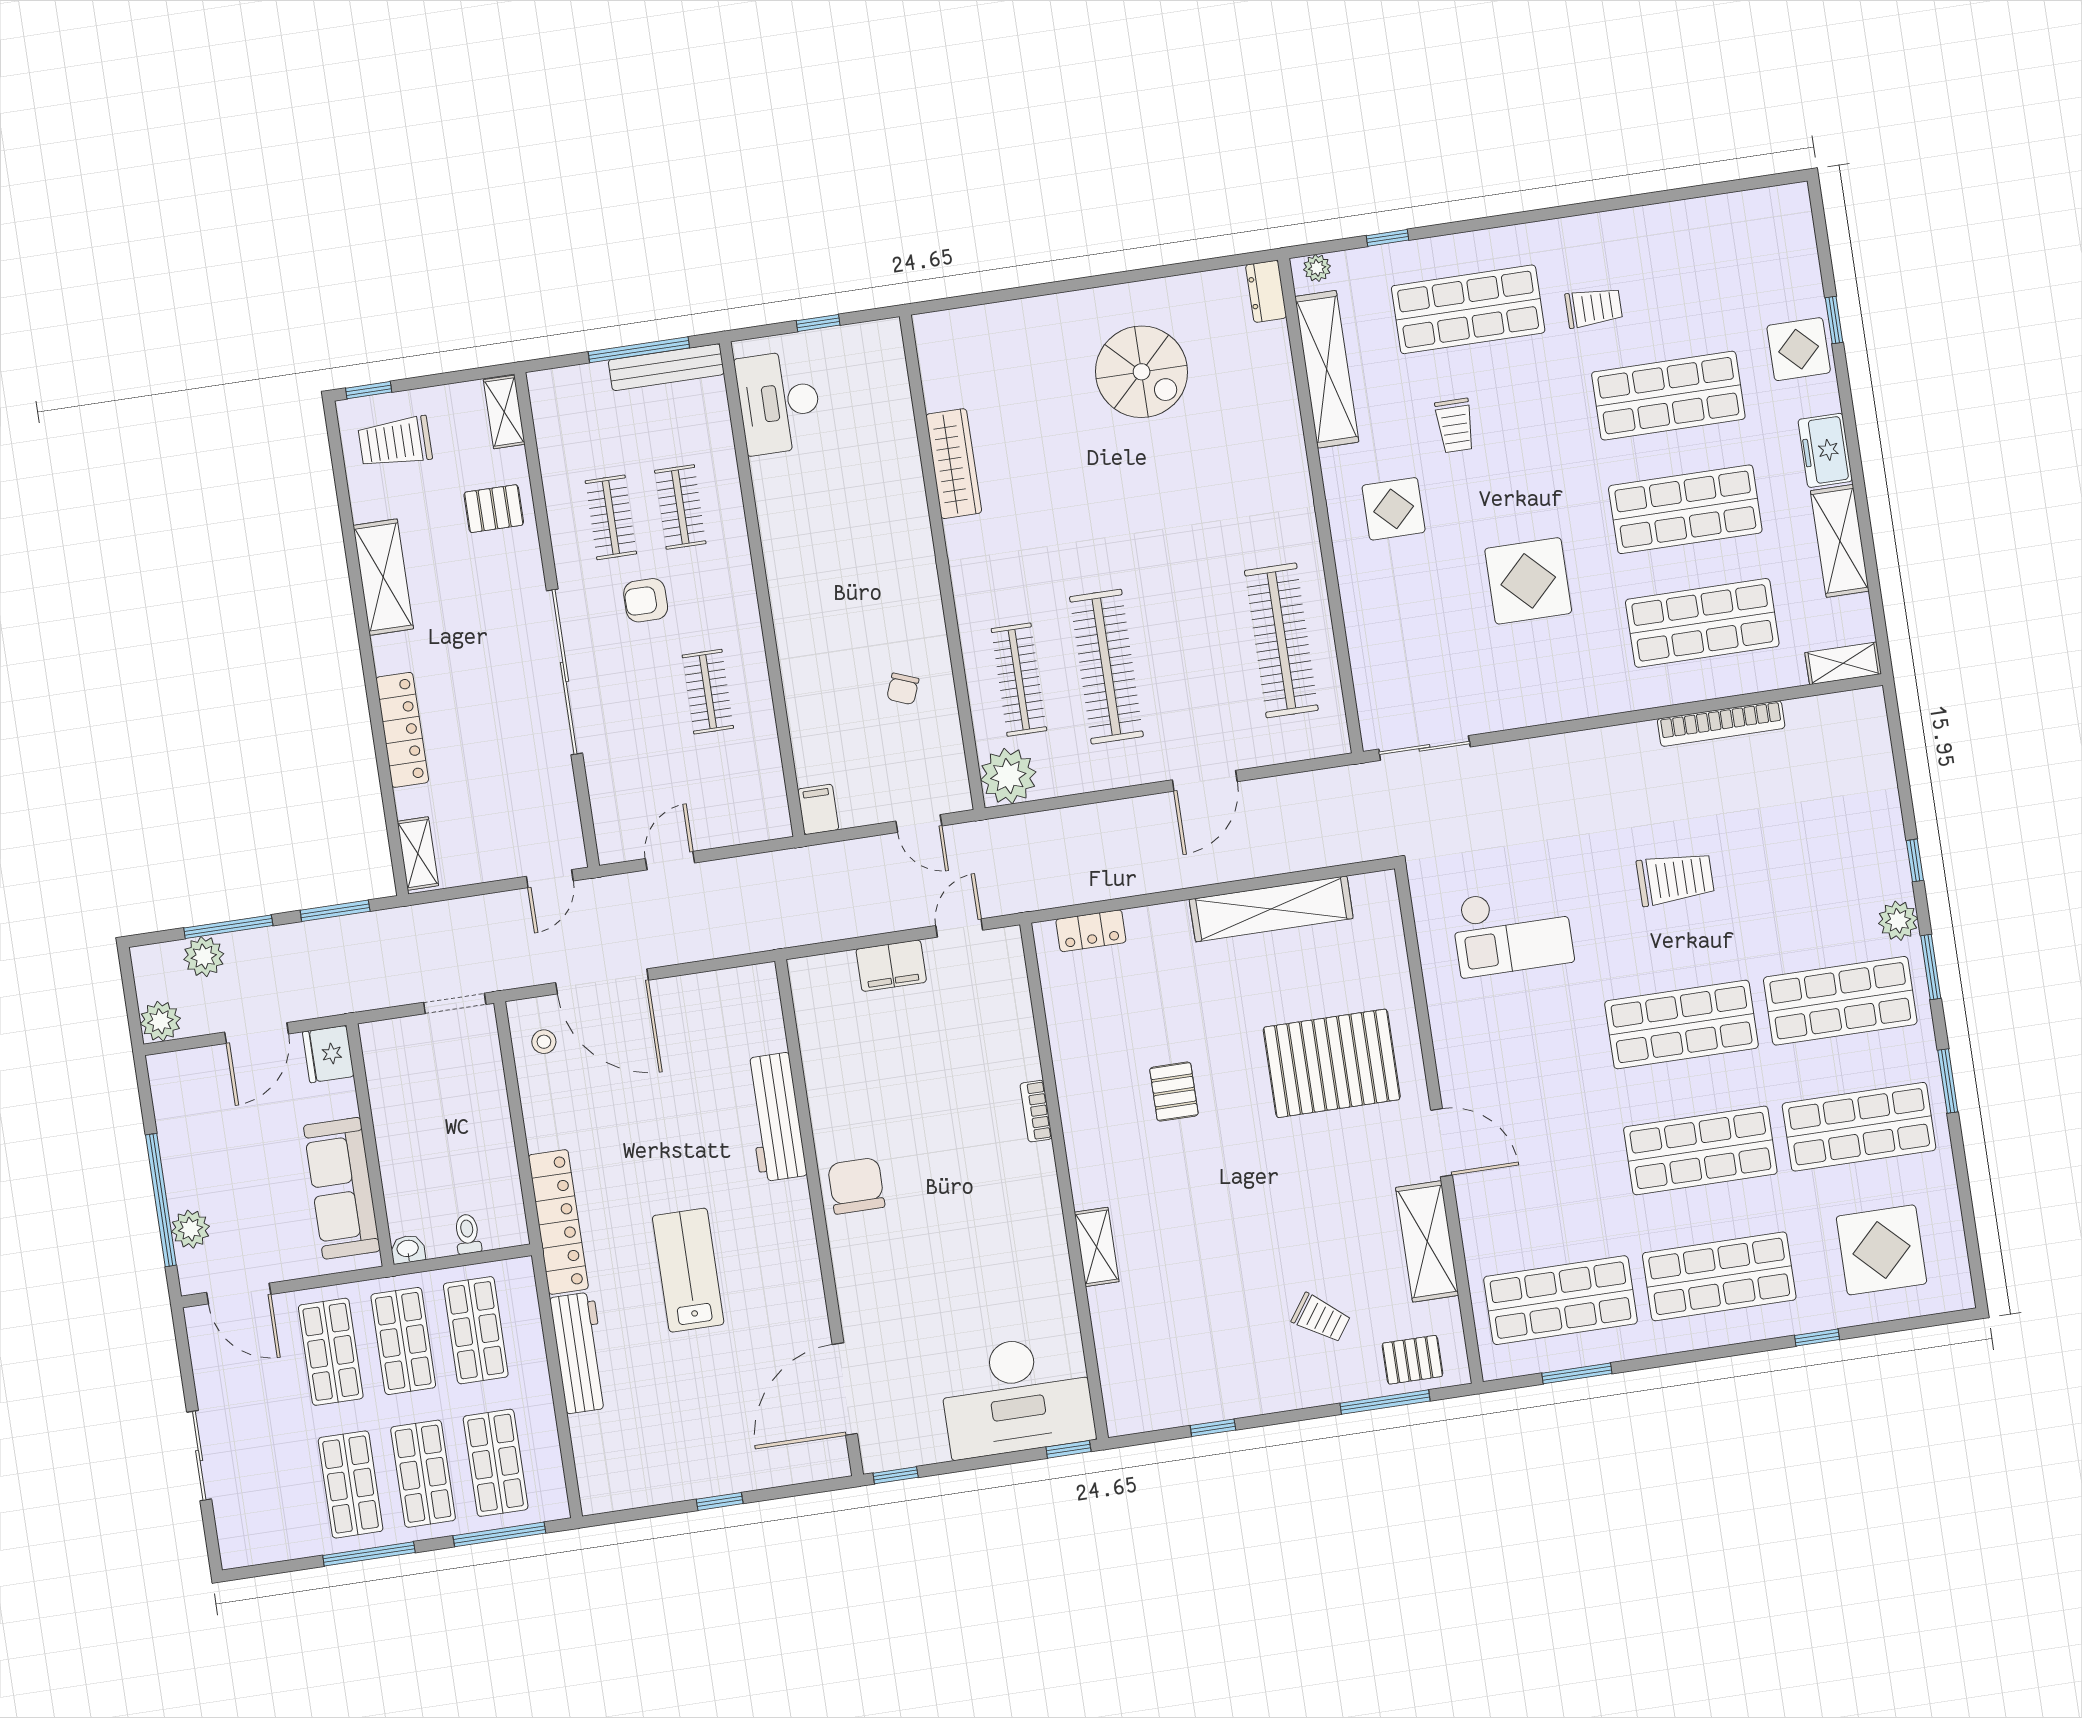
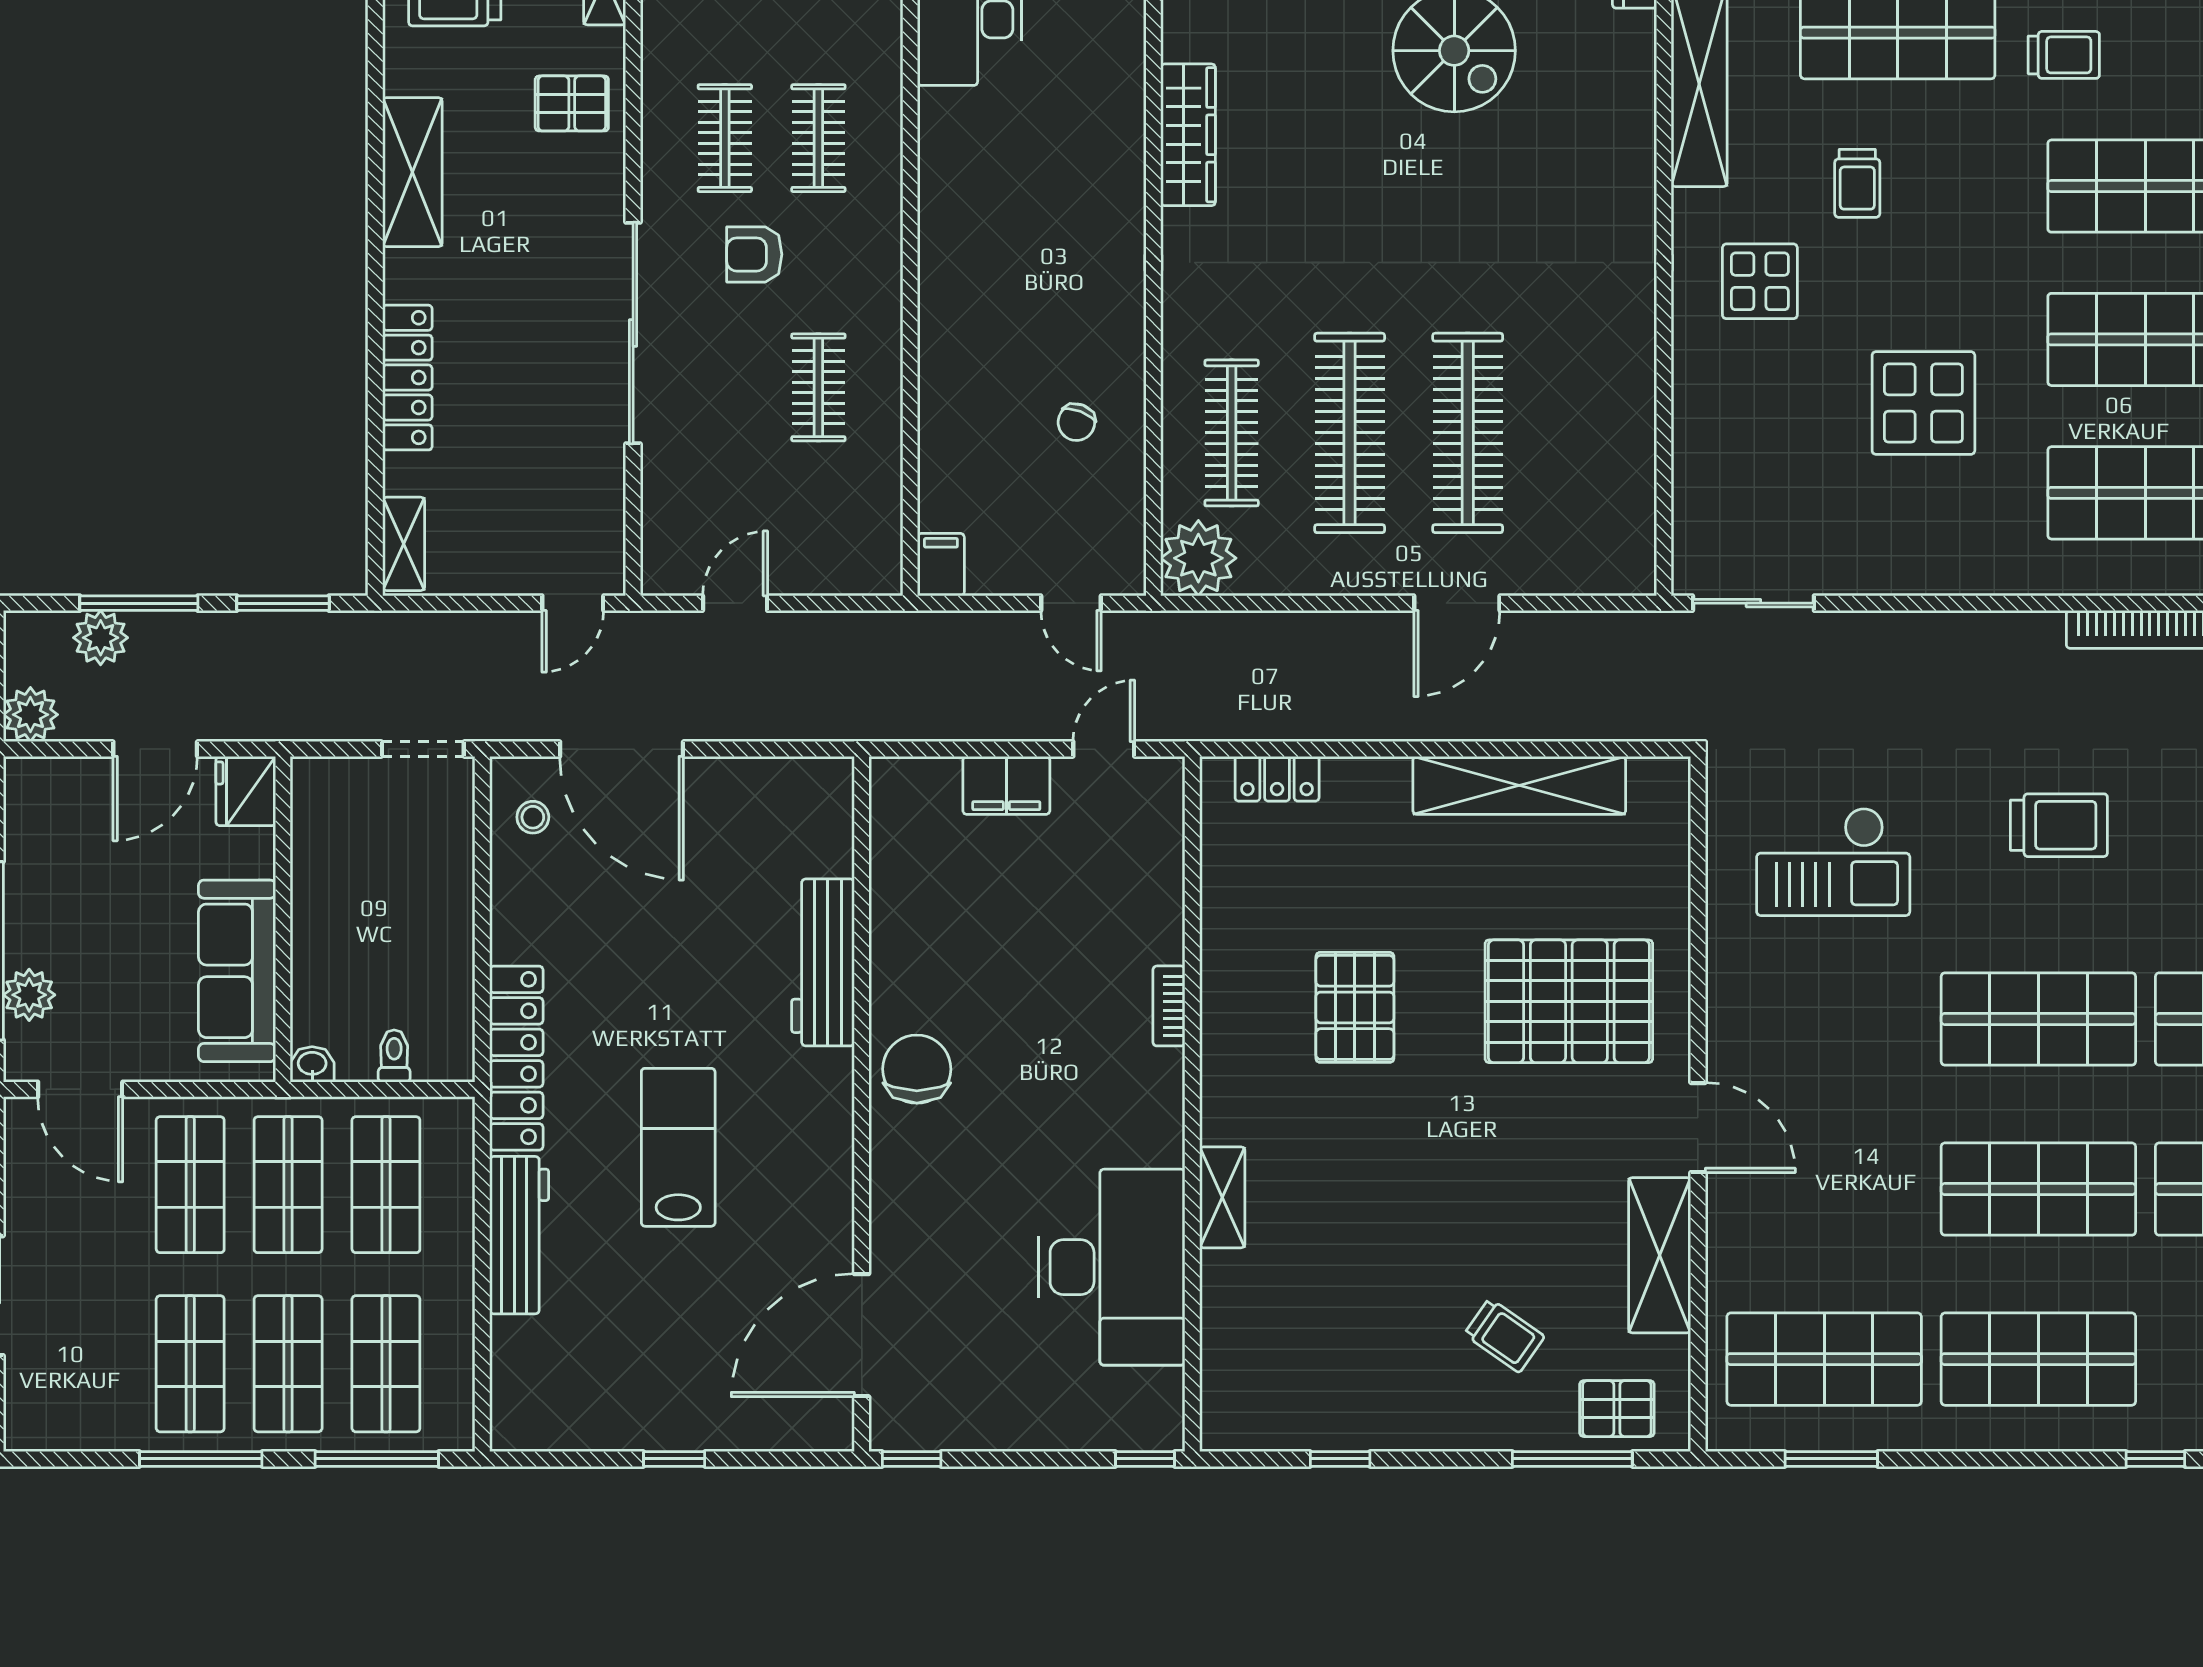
clothes rail: (1281, 640) -> (1468, 433), moved
pallet: (1174, 1092) -> (1355, 1007), width x1.50, depth x1.42
desk: (1017, 1396) -> (1112, 1267), moved, turned -90

